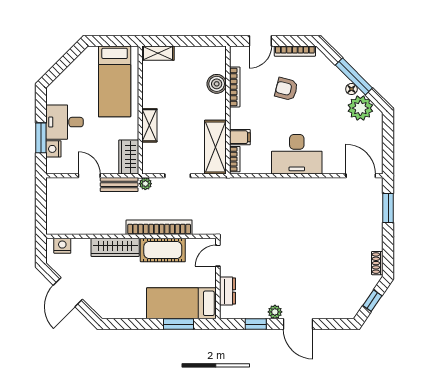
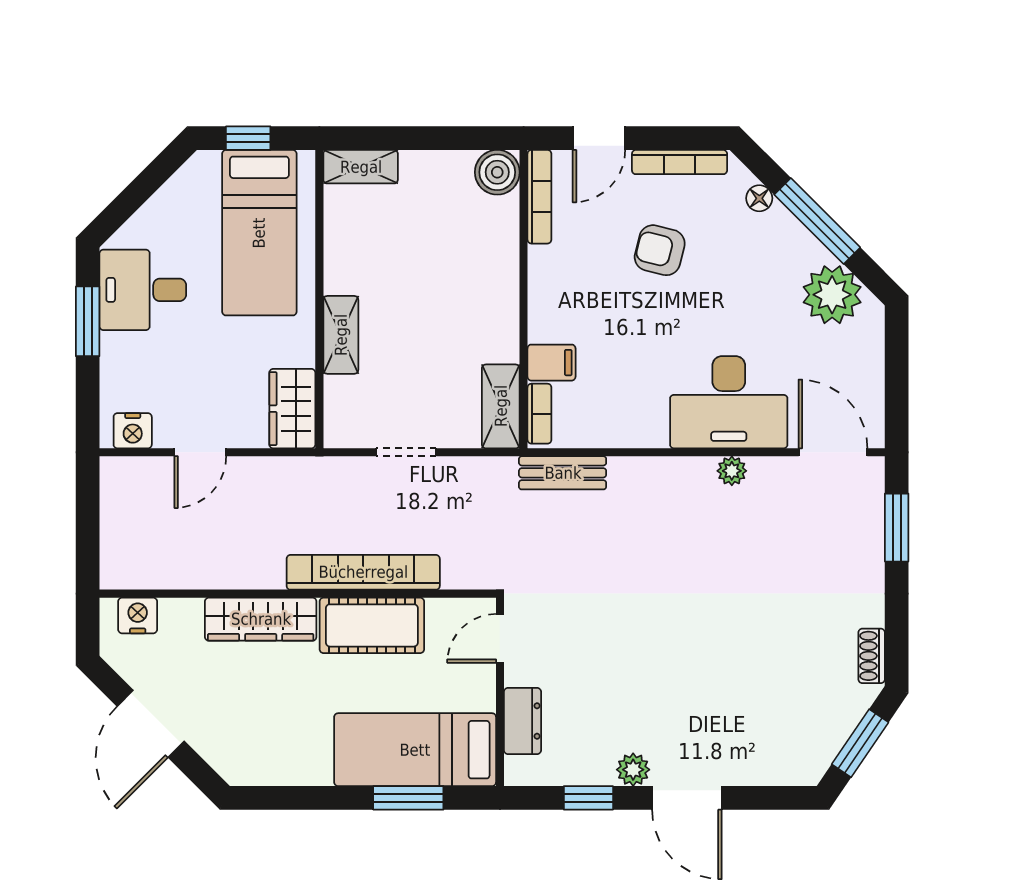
window: (110, 41) -> (248, 138), added
boiler: (217, 84) -> (497, 172), moved
bookcase: (235, 87) -> (539, 197), moved
floor lamp: (351, 89) -> (759, 198), moved
desk: (65, 122) -> (143, 290), moved
window: (41, 138) -> (88, 321), moved
shelving: (215, 147) -> (501, 406), width x0.67, depth x0.75
nightstand: (53, 149) -> (133, 431), moved, turned -90
desk: (297, 154) -> (729, 402), moved
door: (89, 176) -> (200, 452), swing flipped
plant: (145, 184) -> (732, 471), moved
bench: (119, 185) -> (563, 473), moved
window: (372, 301) -> (860, 743), width x1.50

